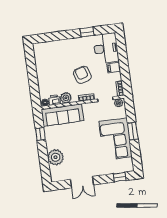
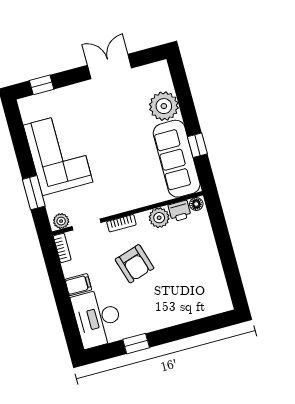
sofa: (62, 115) -> (177, 159), moved, turned -90
window: (133, 131) -> (34, 193), moved

